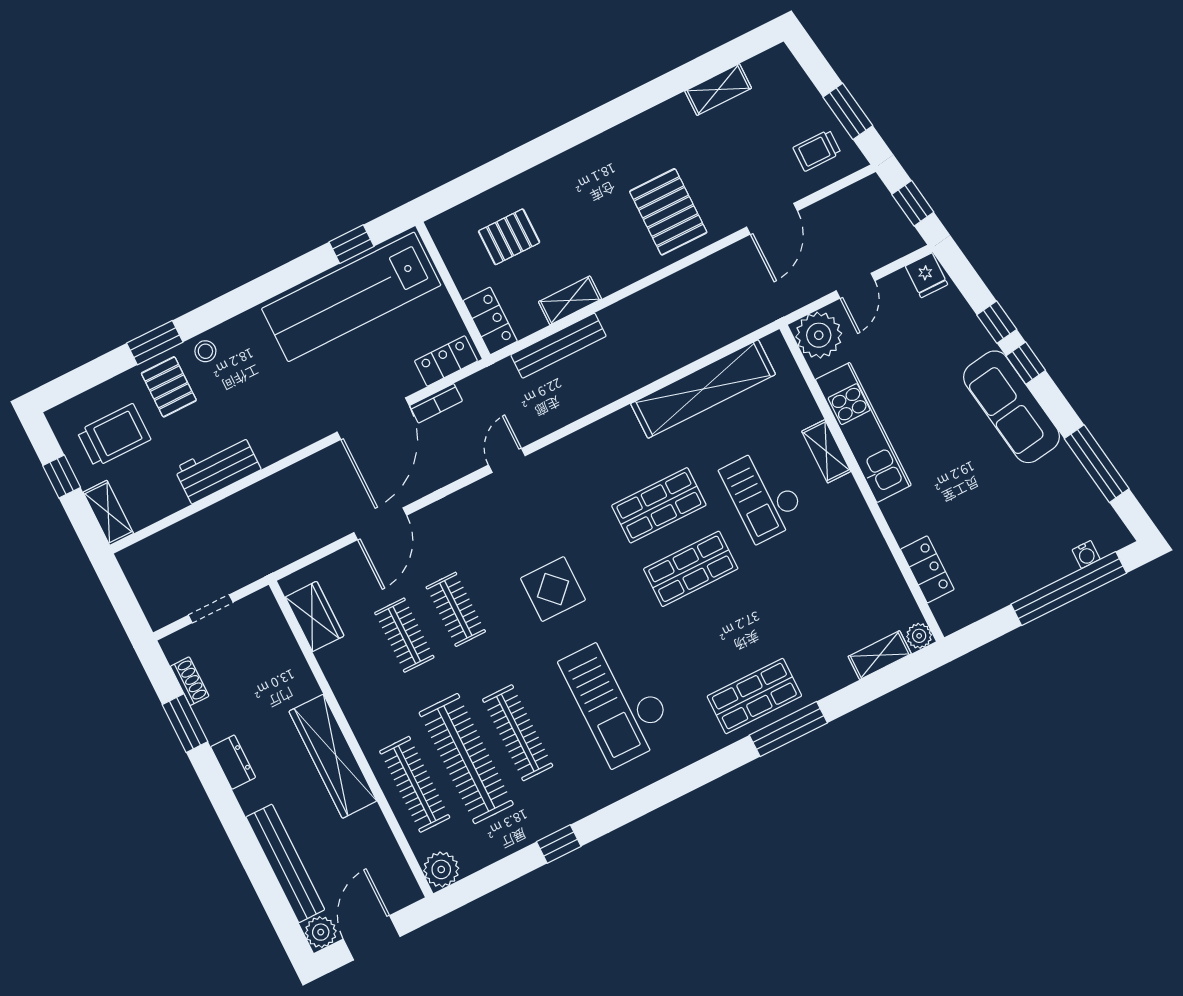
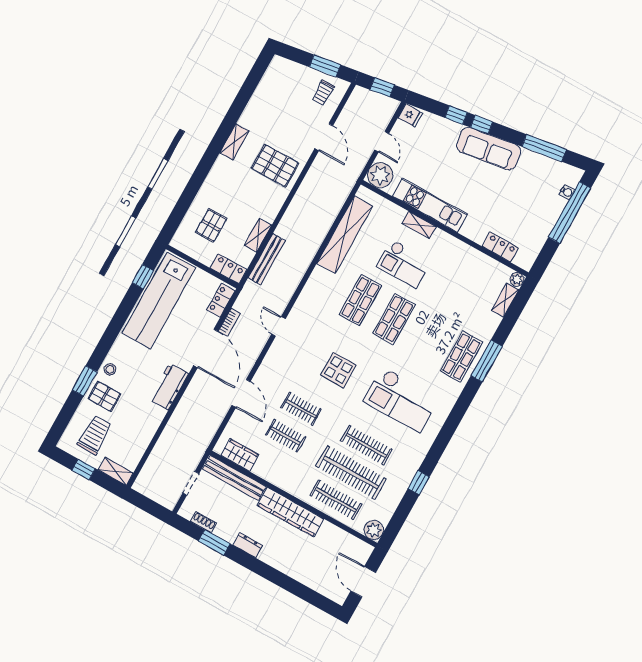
shelving: (718, 90) -> (234, 142), moved
workbench: (218, 469) -> (169, 387), moved
bench: (285, 863) -> (234, 478), moved
plant: (321, 932) -> (339, 595), removed

